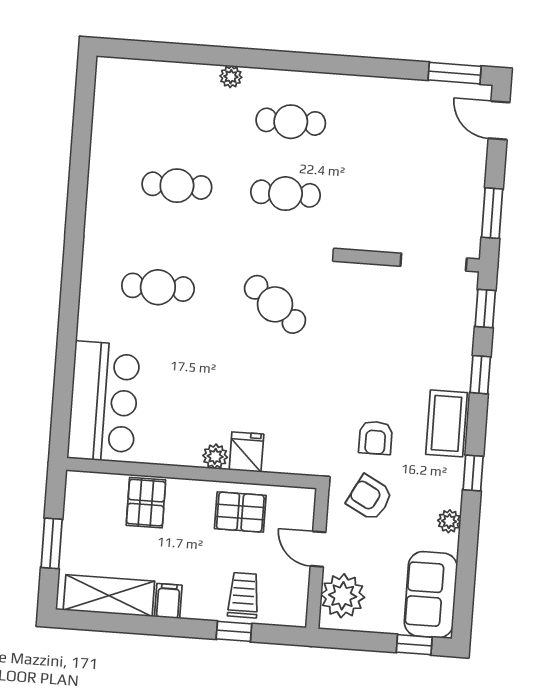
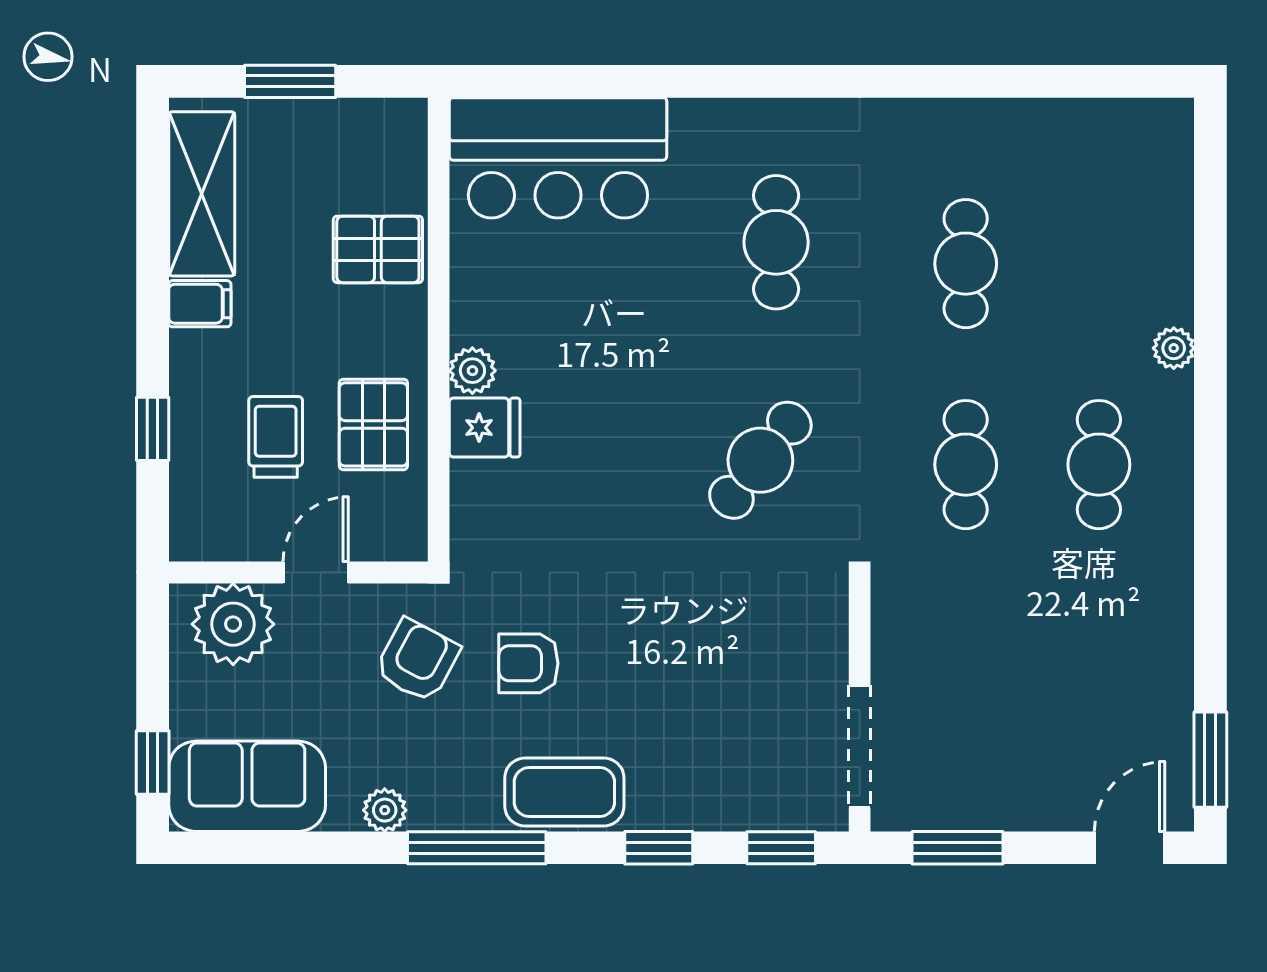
window: (473, 473) -> (477, 848), width x2.17
trolley: (244, 595) -> (276, 437), moved, turned -90

